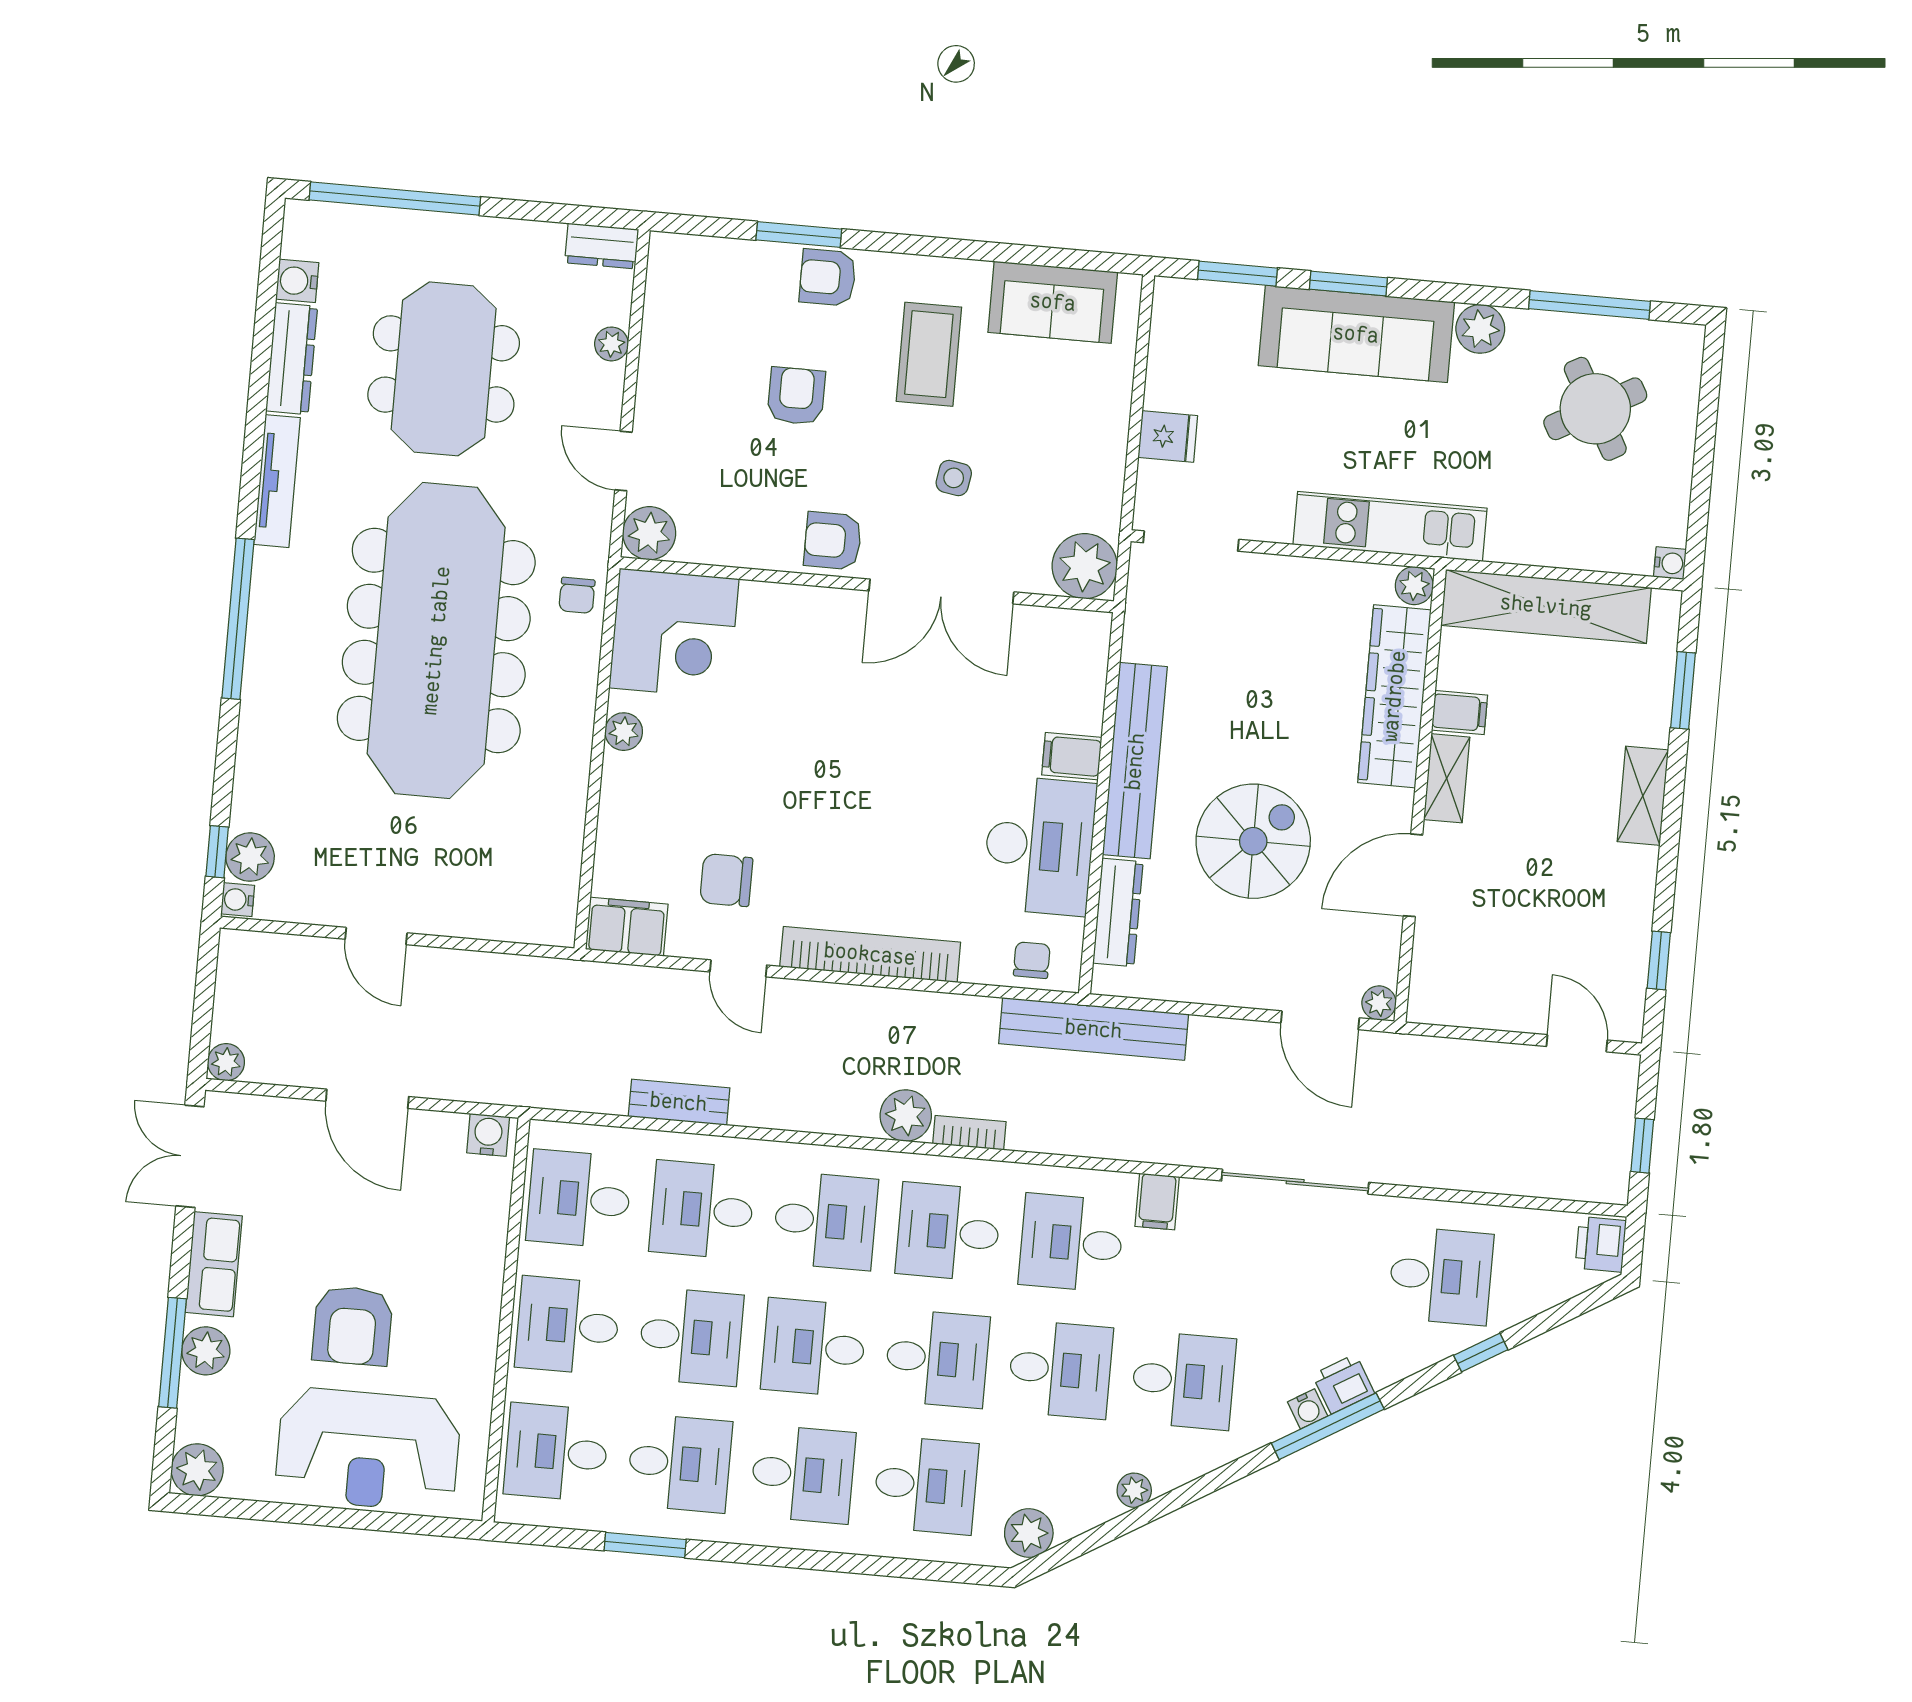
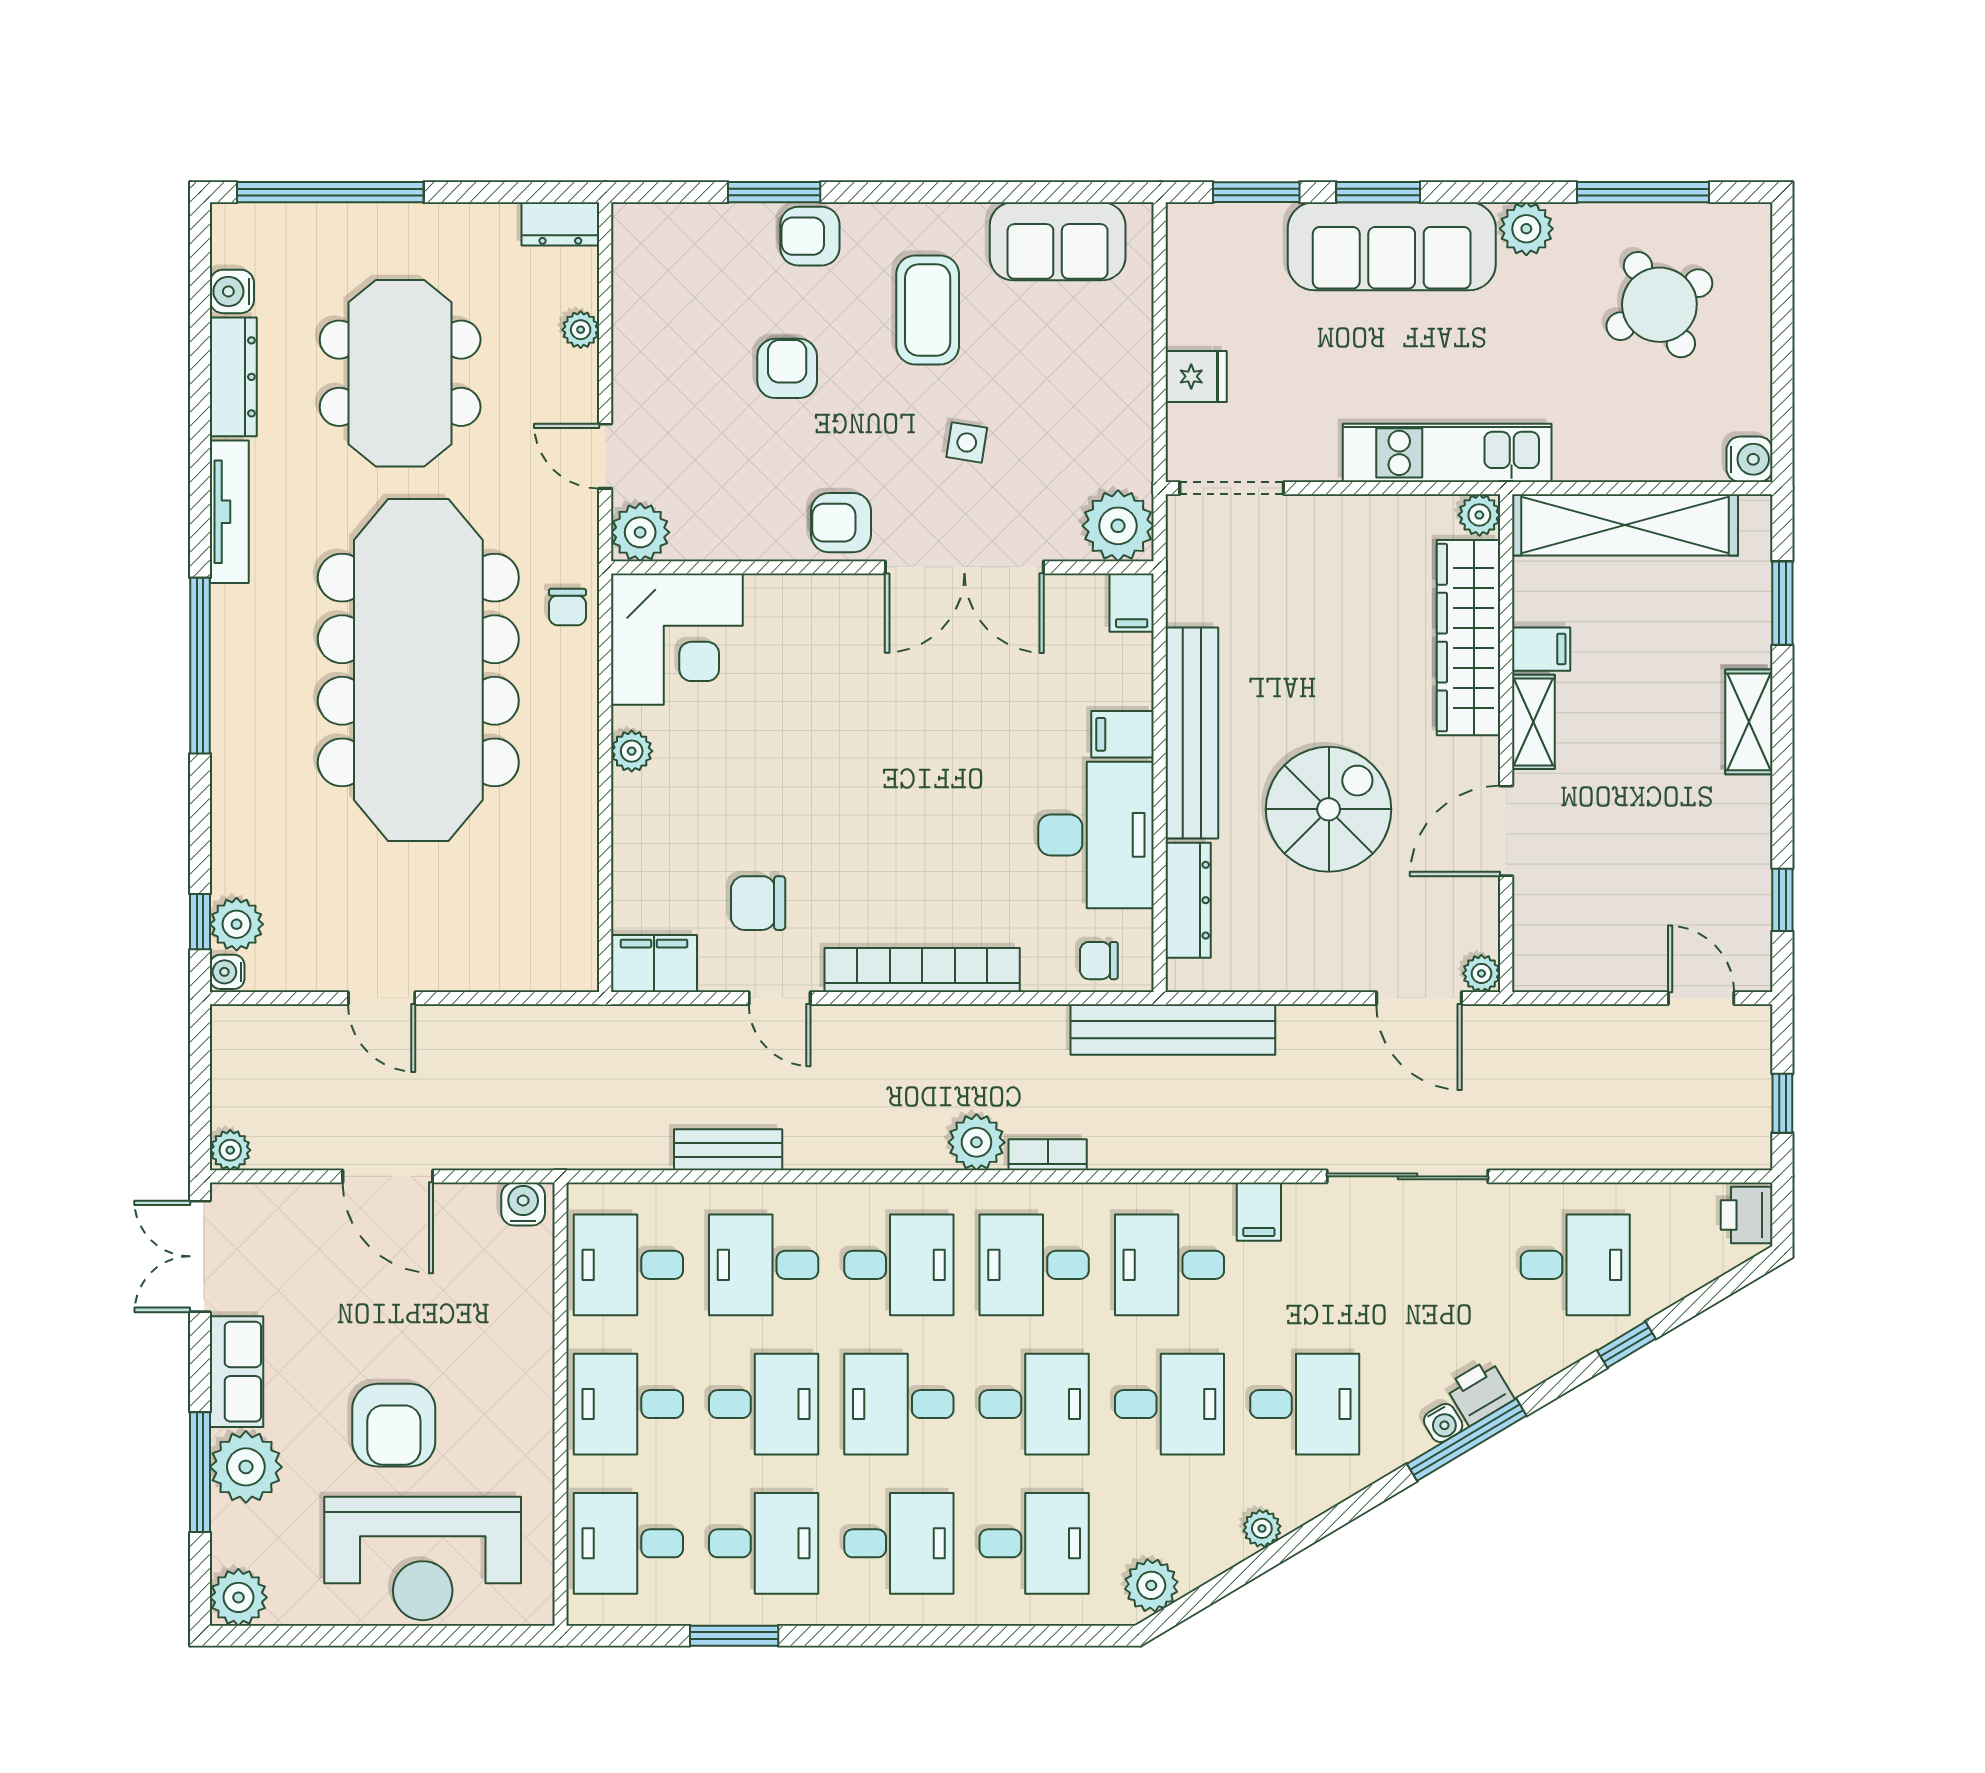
water cooler: (1670, 563) -> (1750, 459), width x1.38, depth x1.38
filing cabinet: (1091, 637) -> (1132, 603), added
chair: (1032, 960) -> (1099, 961), turned -90
plant: (206, 1351) -> (246, 1467), width x1.36, depth x1.36

